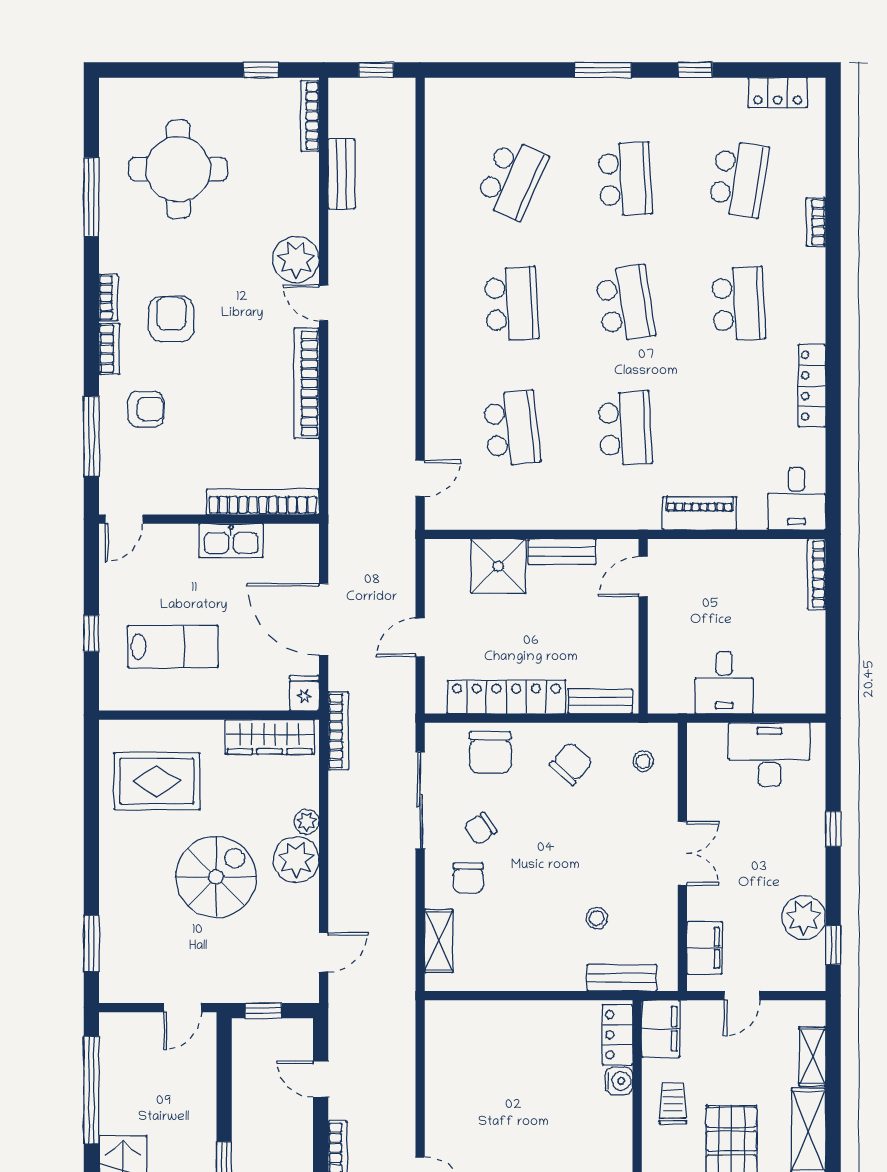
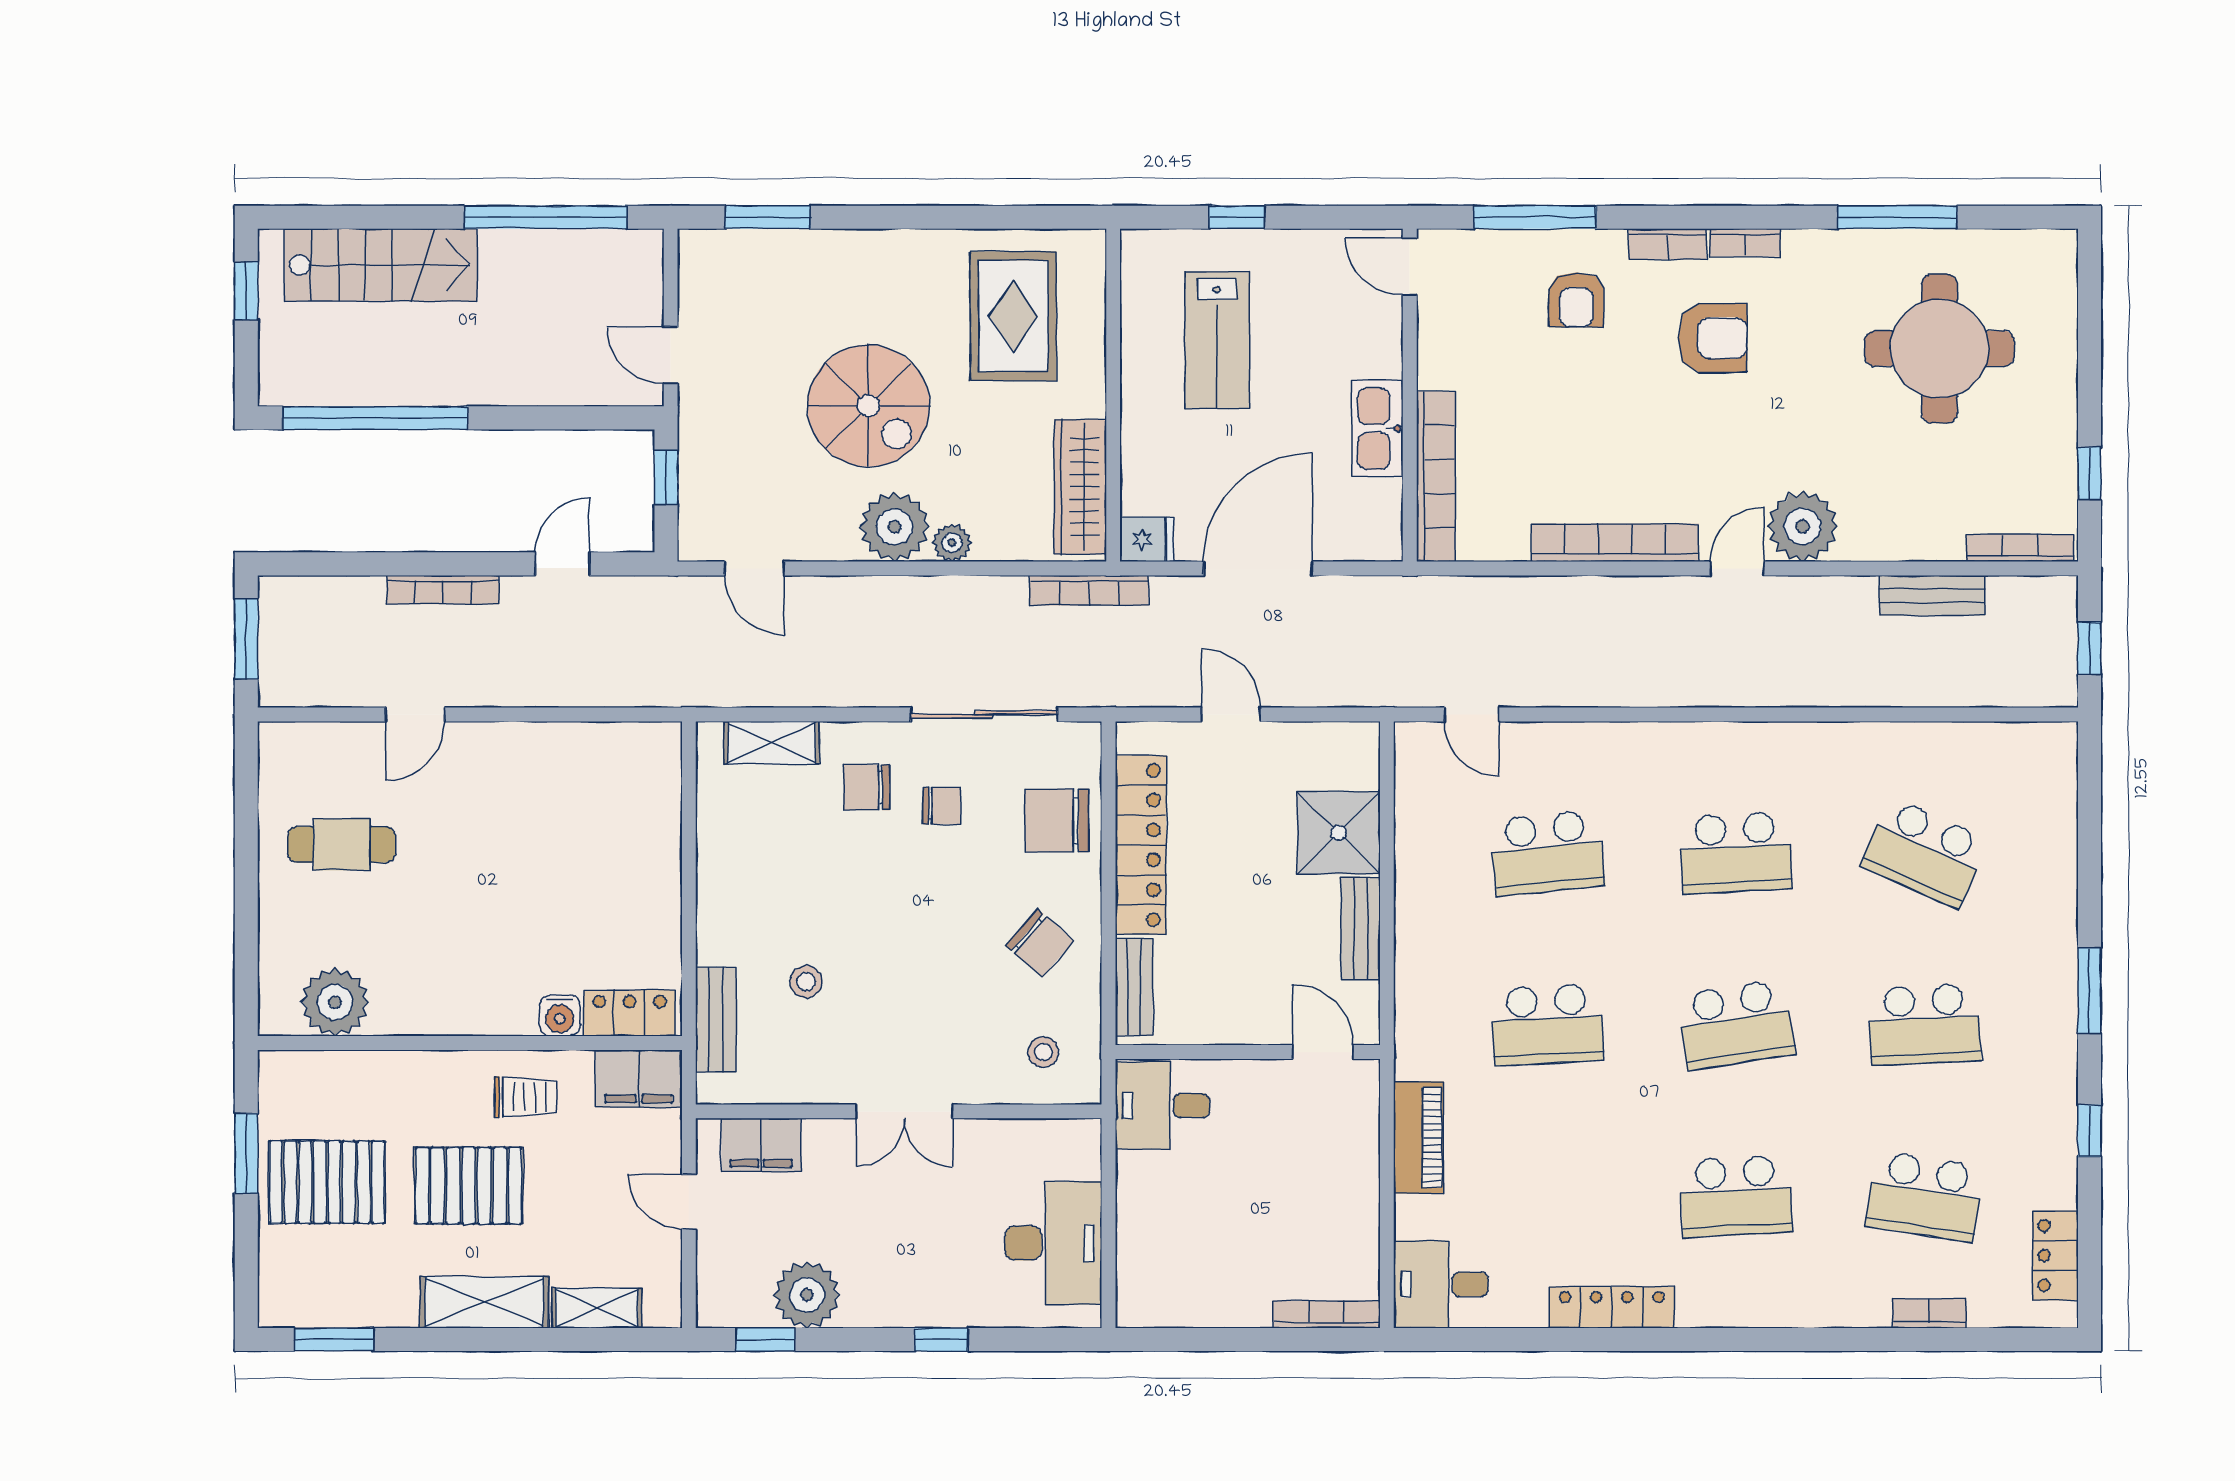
bookcase: (816, 222) -> (1929, 1313), moved
desk: (724, 683) -> (1162, 1106), moved
chair: (480, 829) -> (942, 806), turned 124

